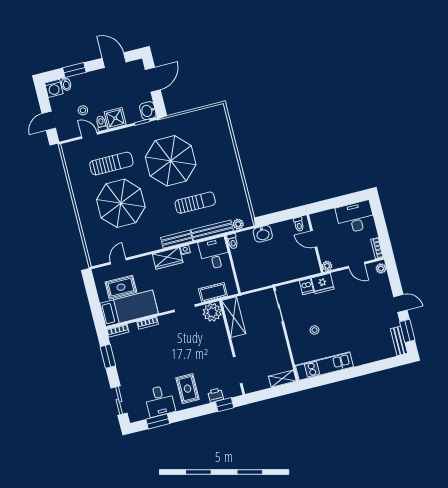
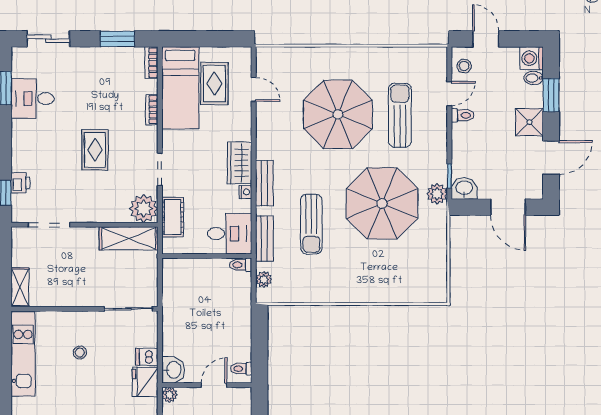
stool: (83, 110) -> (464, 66), moved
shower: (115, 118) -> (529, 122), moved
plant: (156, 127) -> (437, 194), added
sun lounger: (111, 164) -> (400, 115), turned 180
bench: (212, 230) -> (264, 239), width x0.73
washbasin: (263, 234) -> (173, 370), moved, turned 180
rug: (188, 389) -> (95, 150), moved, turned 90

